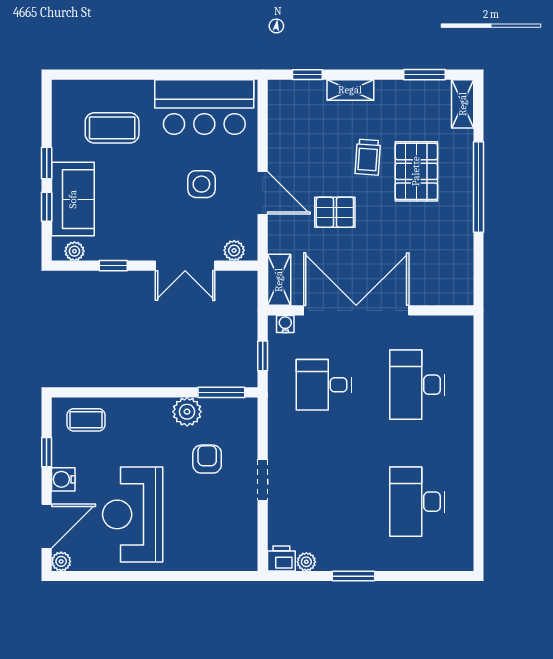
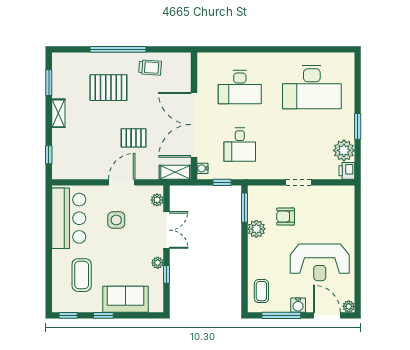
shelving: (350, 90) -> (58, 113), moved
shelving: (463, 104) -> (67, 59), removed
trolley: (368, 157) -> (150, 67), moved
window: (47, 207) -> (68, 315), moved
pallet: (335, 212) -> (134, 138), turned 90
plant: (74, 251) -> (158, 263), moved
window: (47, 452) -> (281, 315), width x2.17
desk: (417, 502) -> (312, 87), width x1.36, depth x1.30
plant: (306, 562) -> (344, 150), width x1.88, depth x1.88

